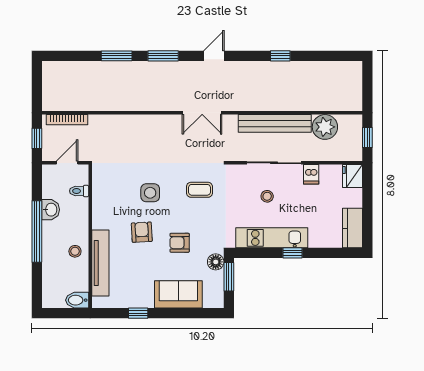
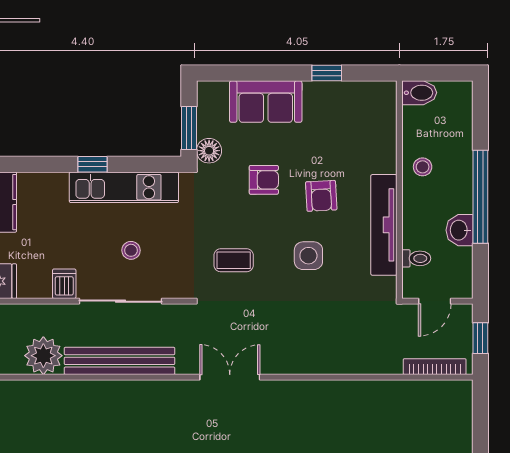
tv unit: (100, 263) -> (384, 225), moved

